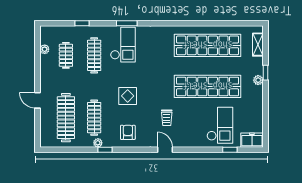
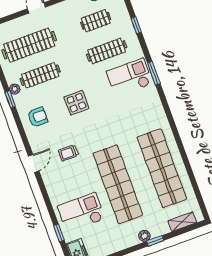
checkout: (123, 45) -> (129, 77), turned 180
checkout: (220, 125) -> (81, 213), turned 180

